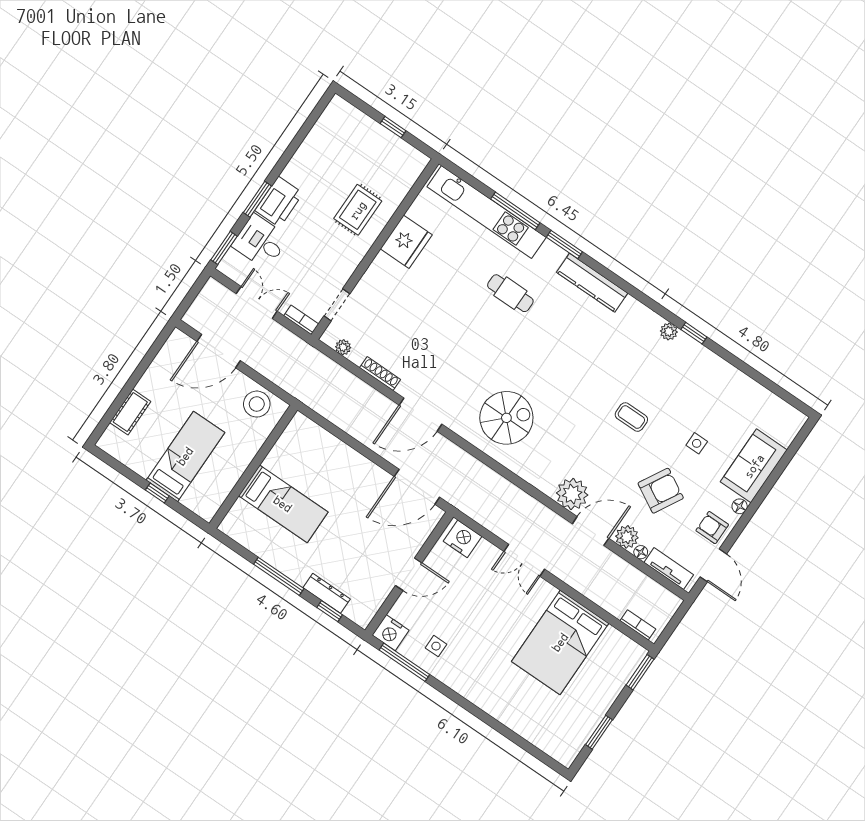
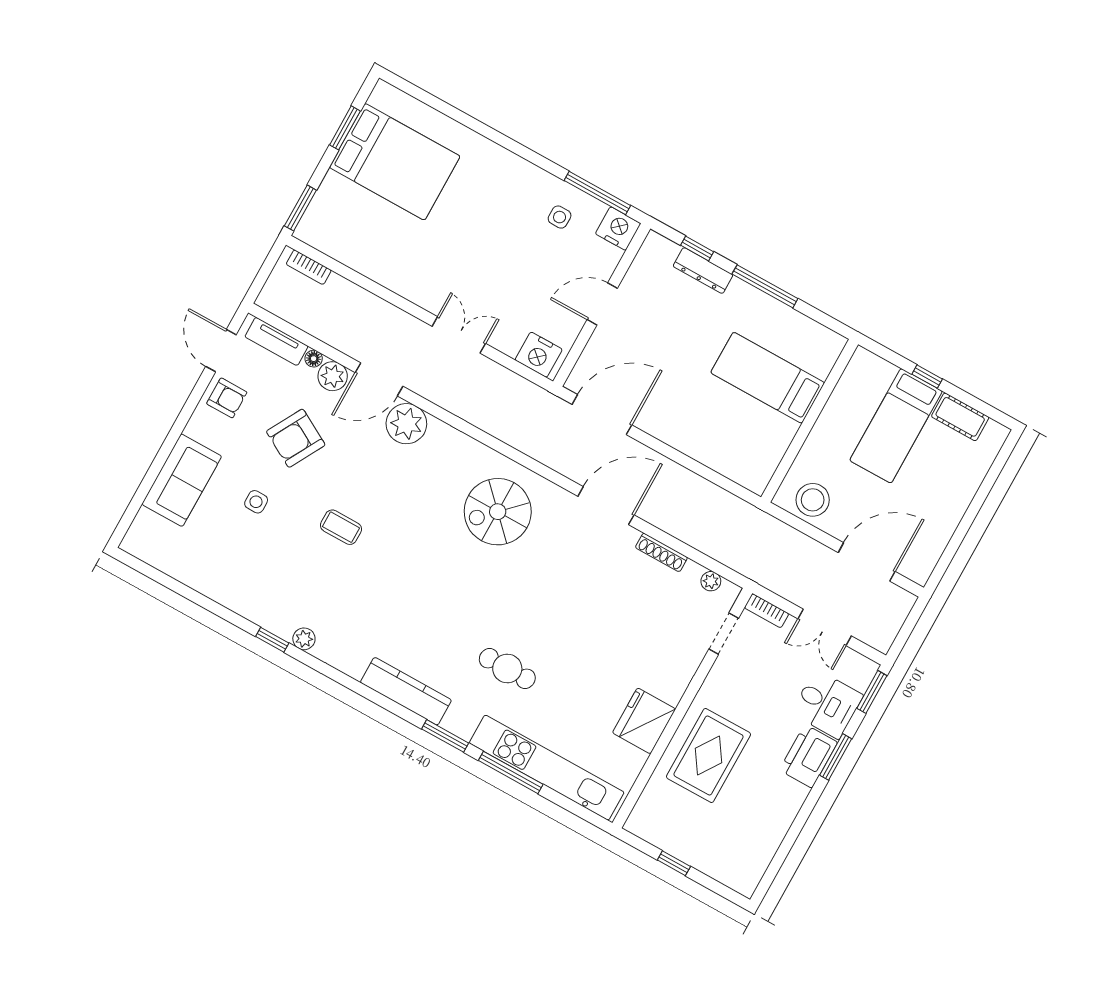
rug: (358, 210) -> (709, 756), width x1.36, depth x1.43
cot: (130, 412) -> (960, 417), moved, turned 90
floor lamp: (740, 506) -> (195, 428), removed
bed: (560, 642) -> (395, 162), moved, turned 90

